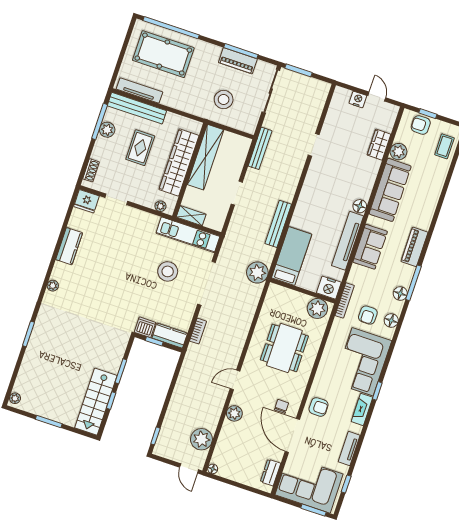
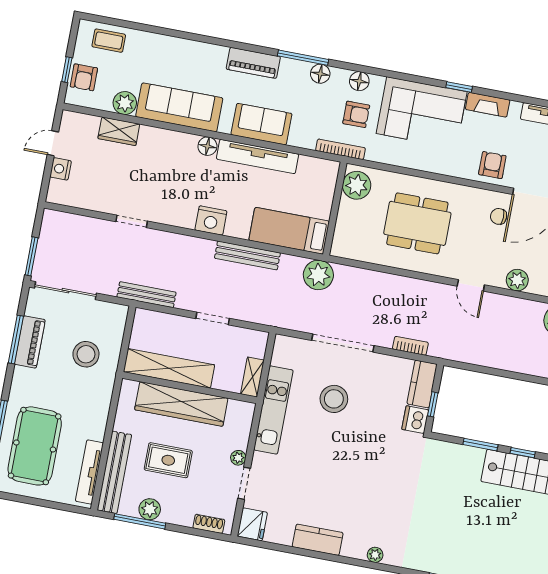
plant: (160, 206) -> (238, 458), moved
kitchen unit: (188, 235) -> (273, 410), moved
nightstand: (329, 288) -> (211, 220), moved, turned 90

